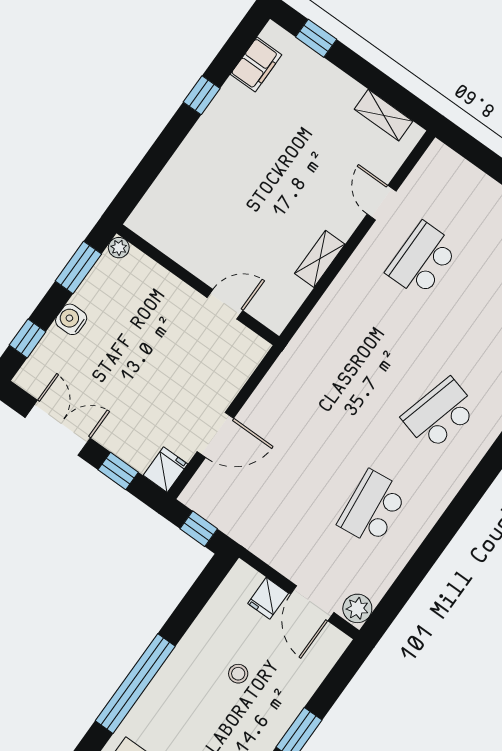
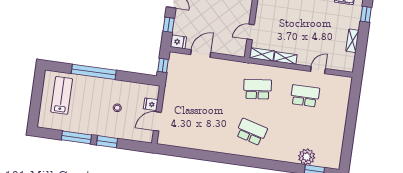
shelving: (384, 115) -> (352, 41), moved
door: (225, 304) -> (251, 32), swing flipped
shelving: (285, 305) -> (262, 54), added
door: (215, 435) -> (201, 54), swing flipped
school desk: (373, 508) -> (257, 89), moved
plant: (357, 608) -> (164, 139), removed

